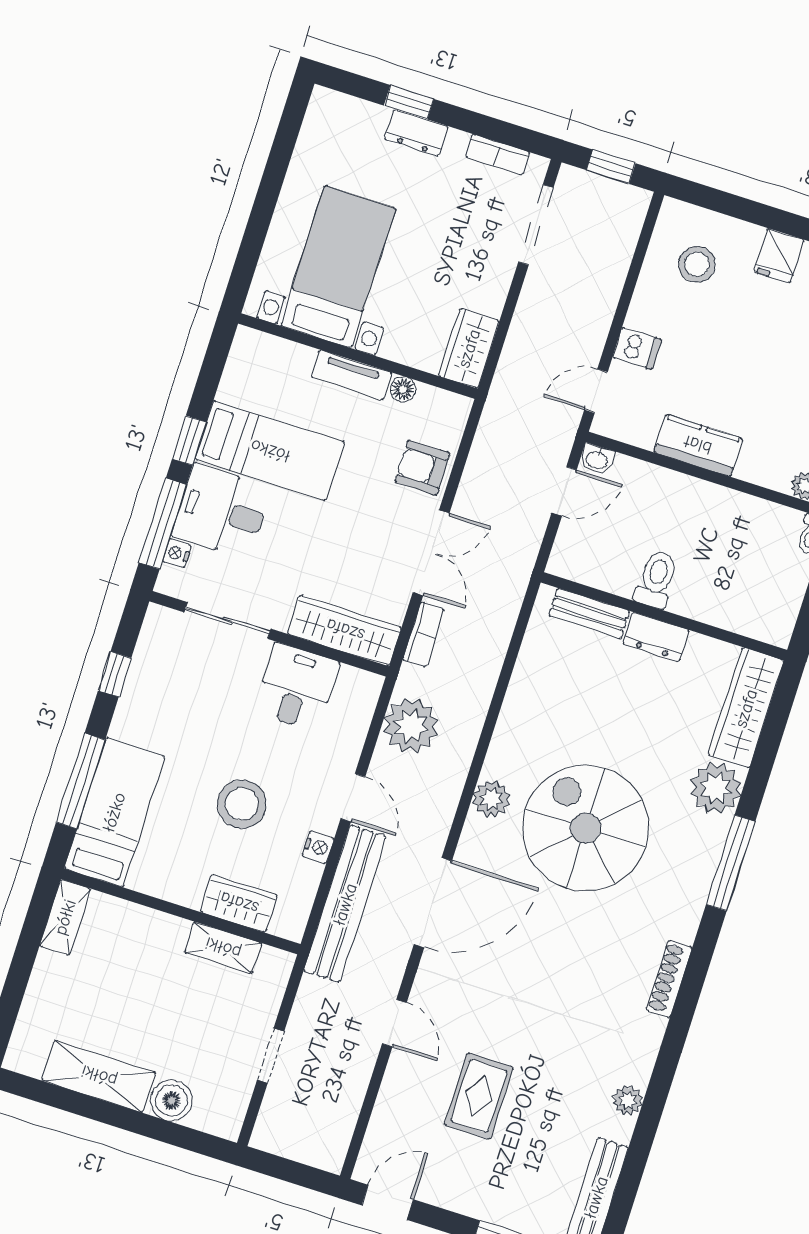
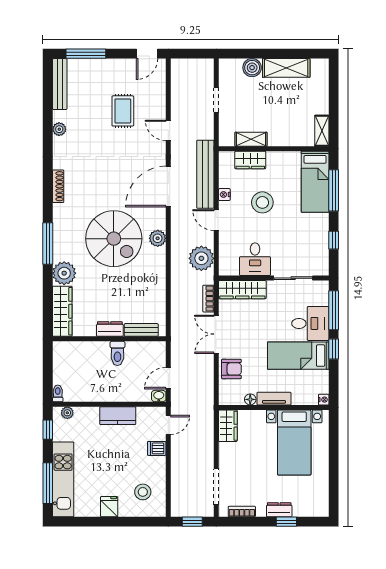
nightstand: (177, 553) -> (324, 400), moved

